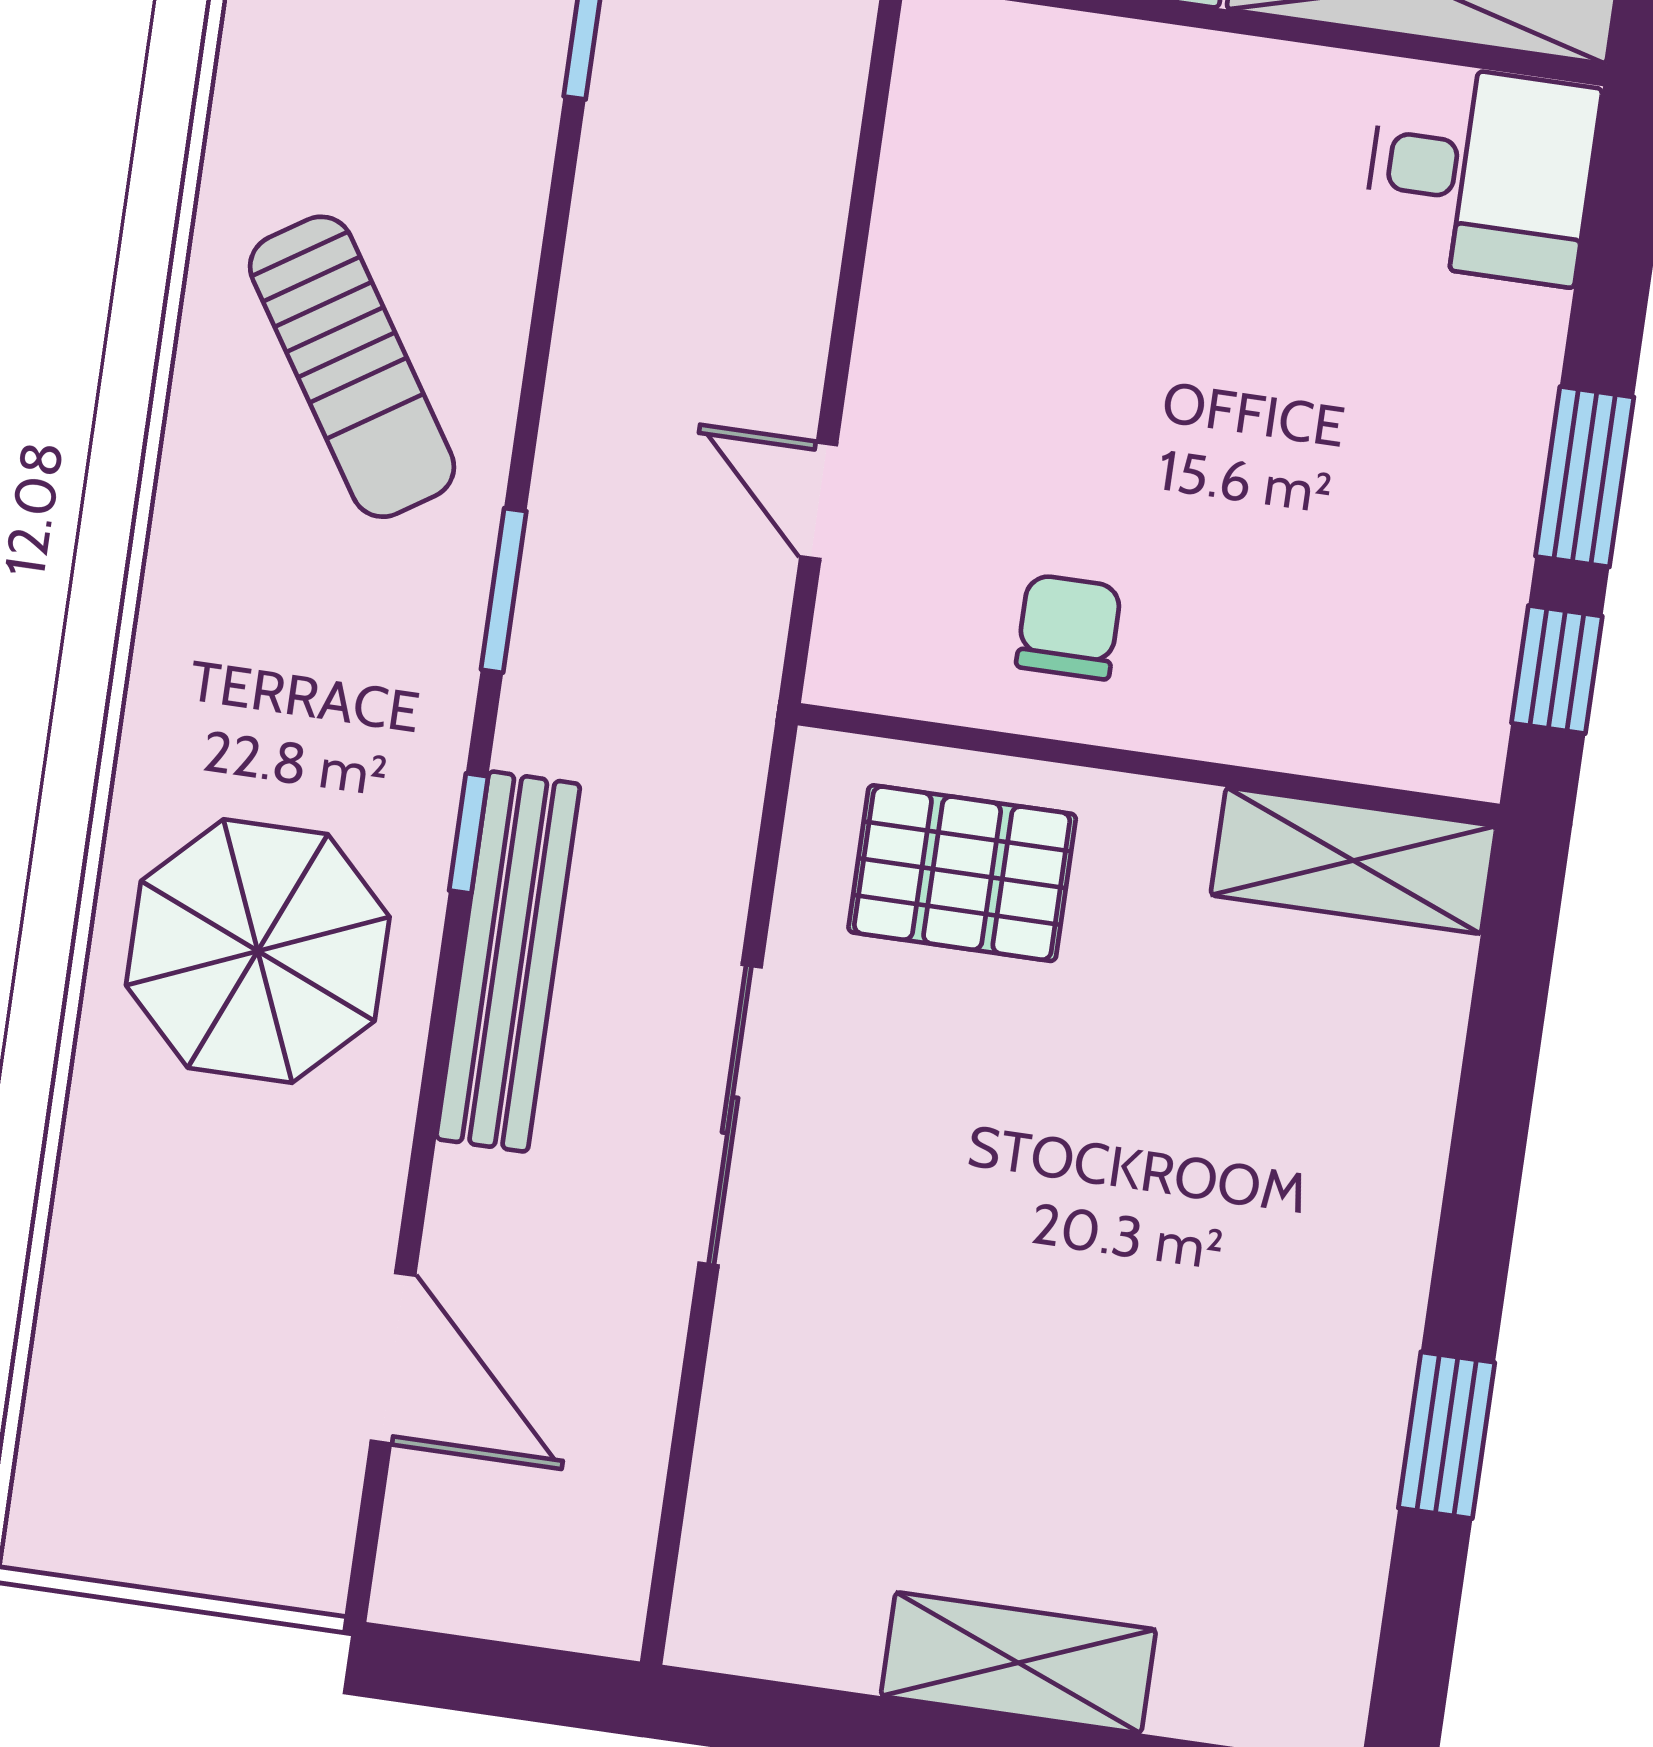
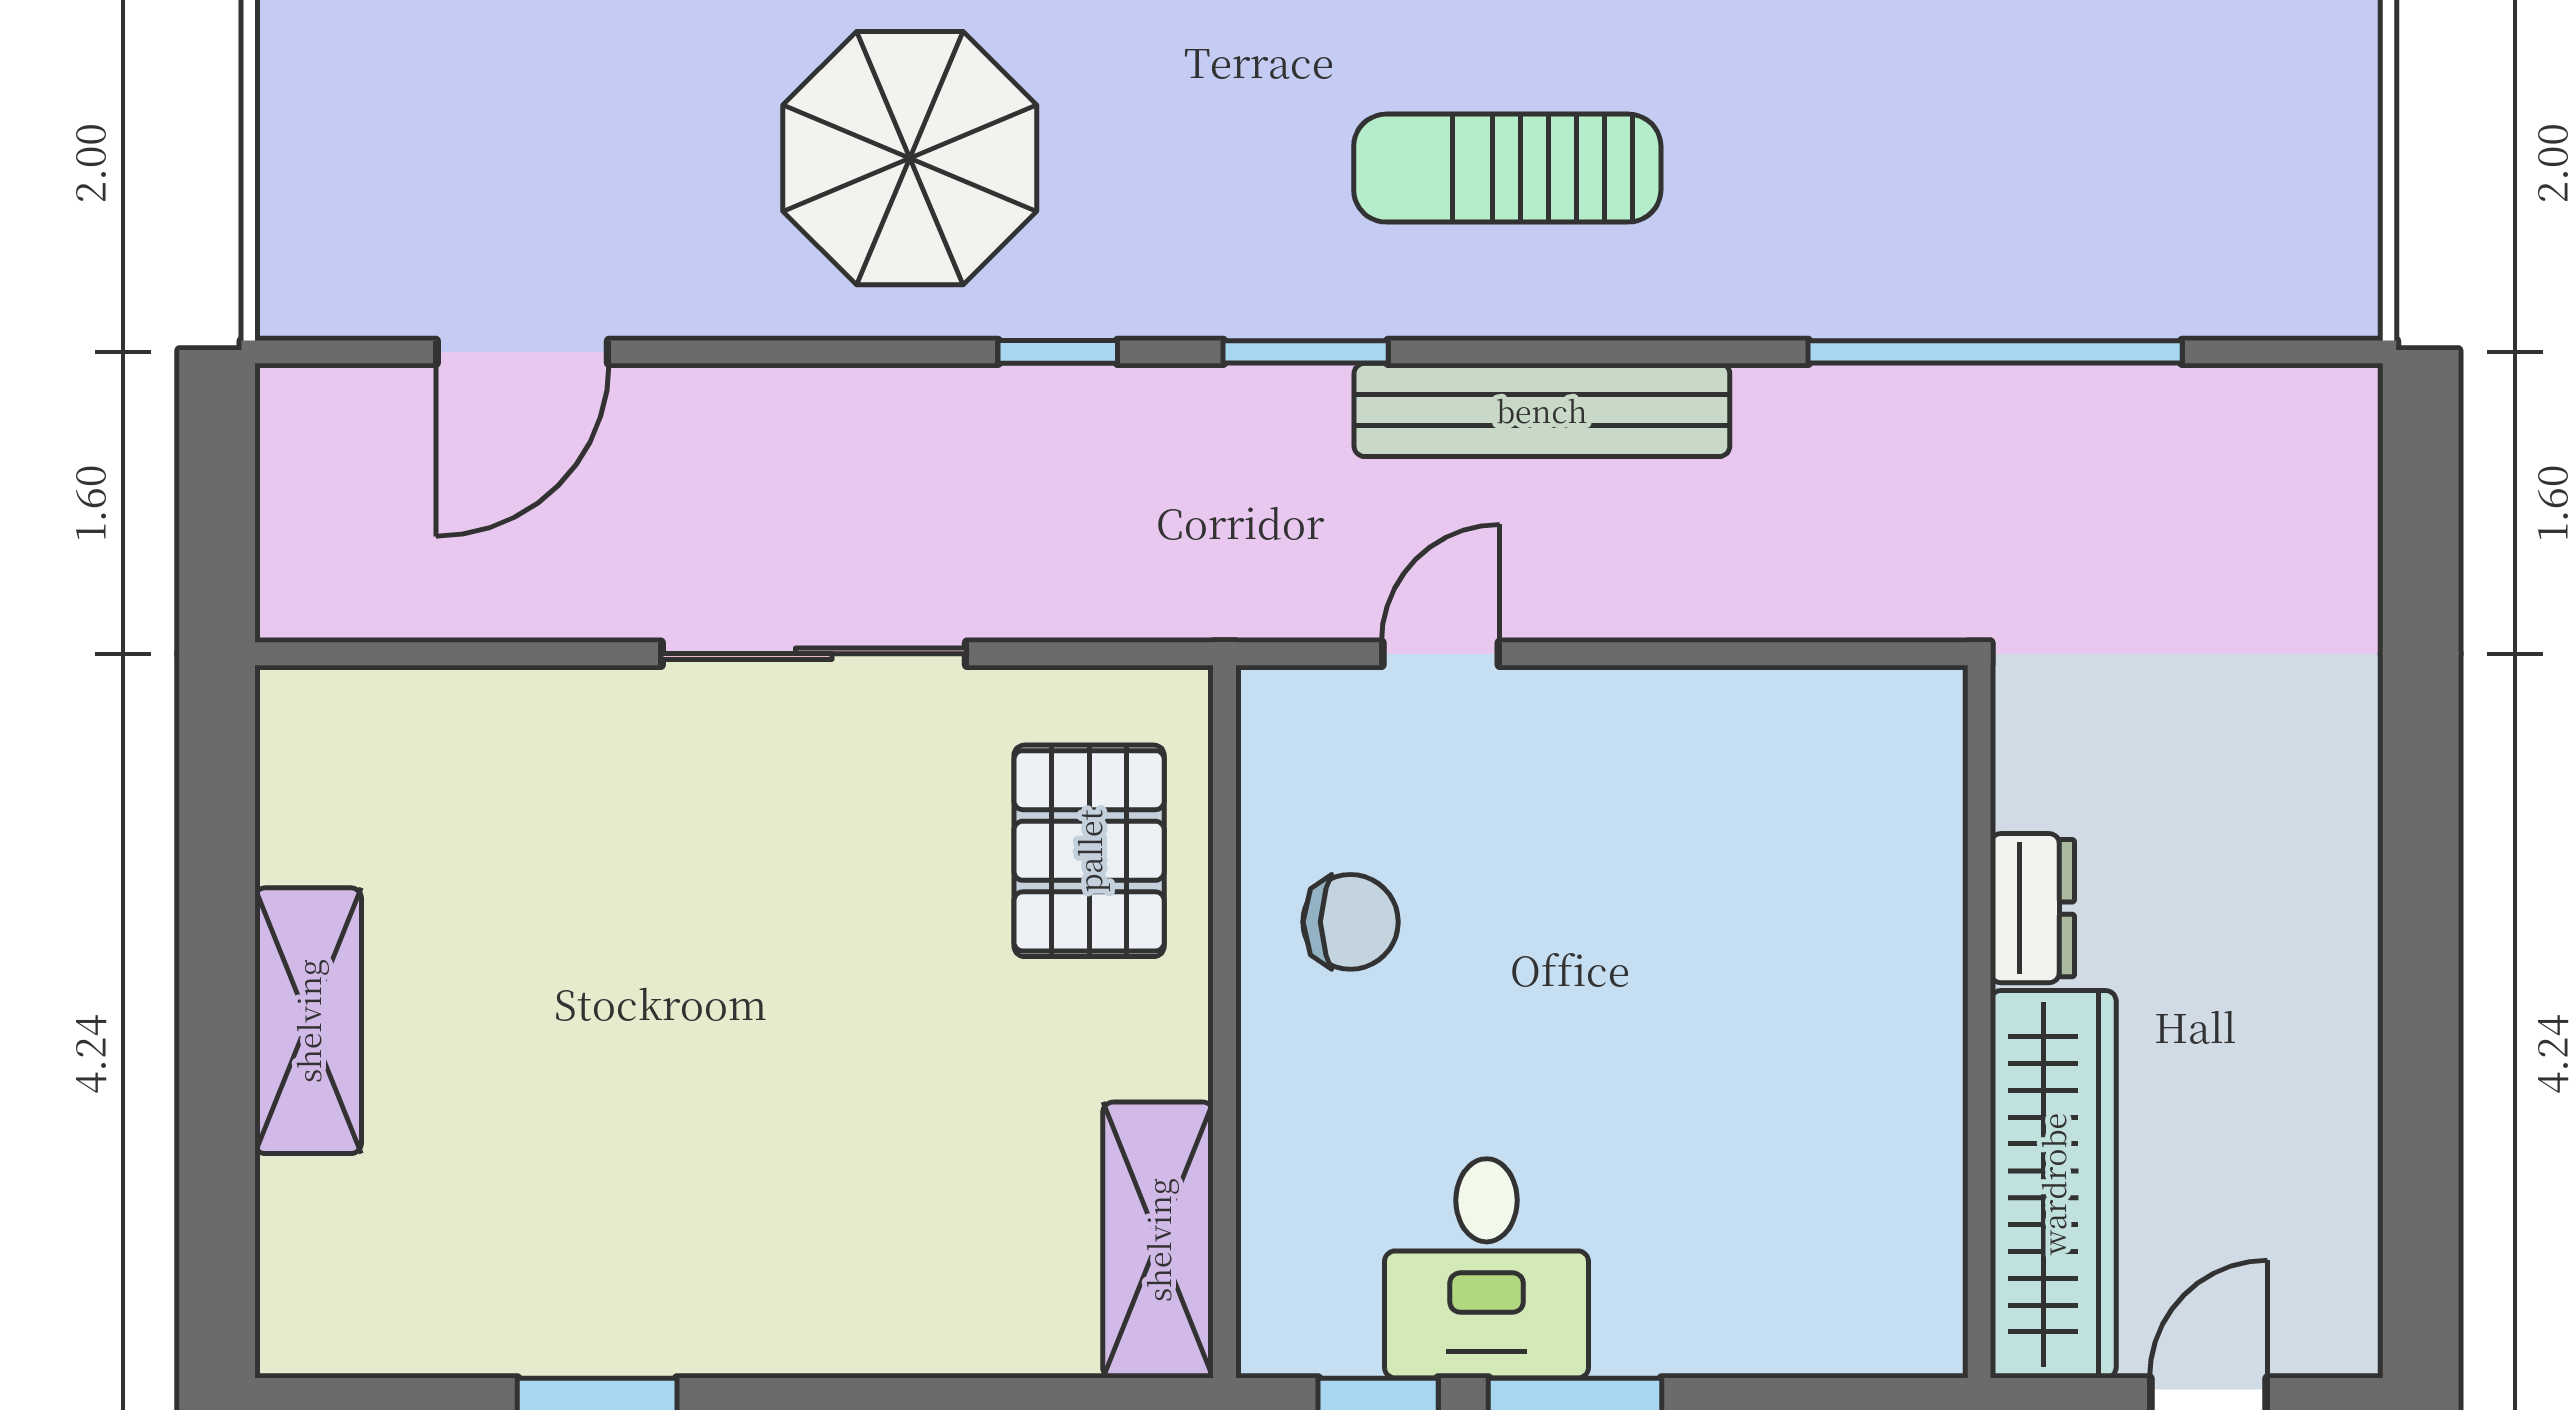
desk: (1481, 173) -> (1487, 1268), moved
sun lounger: (352, 367) -> (1507, 168), turned 33
bench: (508, 962) -> (1542, 410), moved

